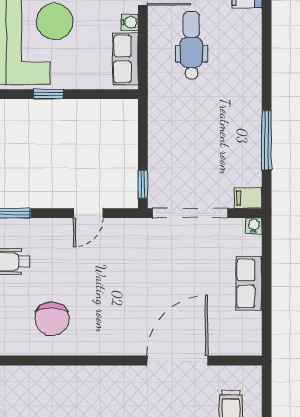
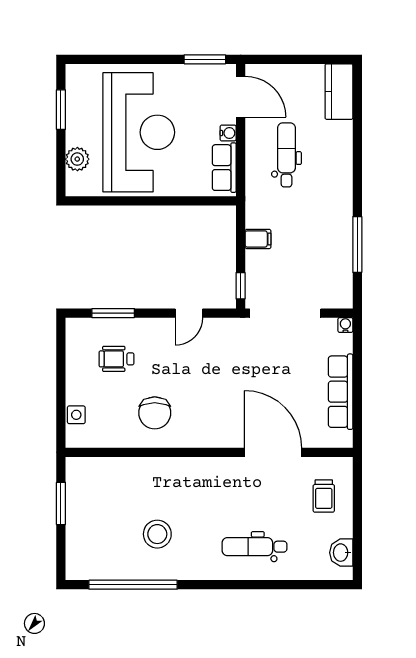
window: (48, 94) -> (151, 201), removed
filing cabinet: (248, 198) -> (258, 239), moved, turned 180
row of seats: (249, 283) -> (341, 392), width x1.48
door: (177, 361) -> (273, 452), hinge flipped

